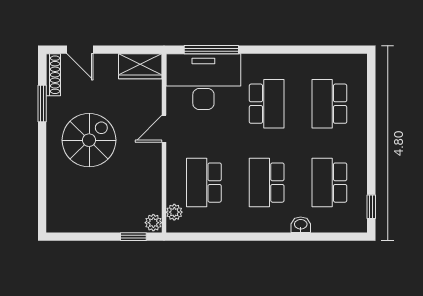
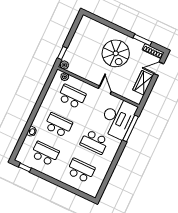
wardrobe: (140, 66) -> (143, 83), moved

